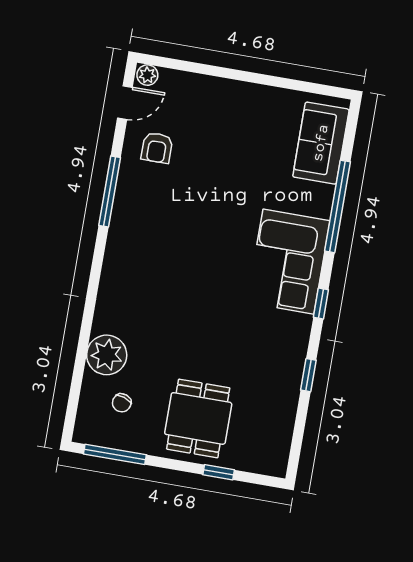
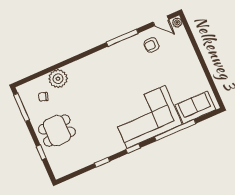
corner sofa: (288, 262) -> (146, 117), width x1.36, depth x1.36

